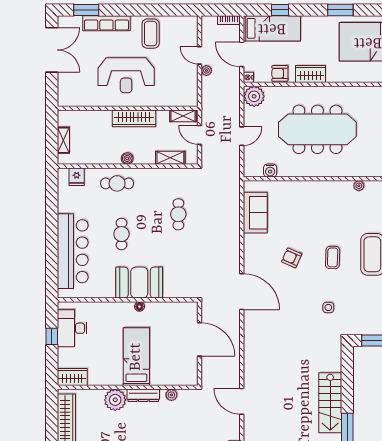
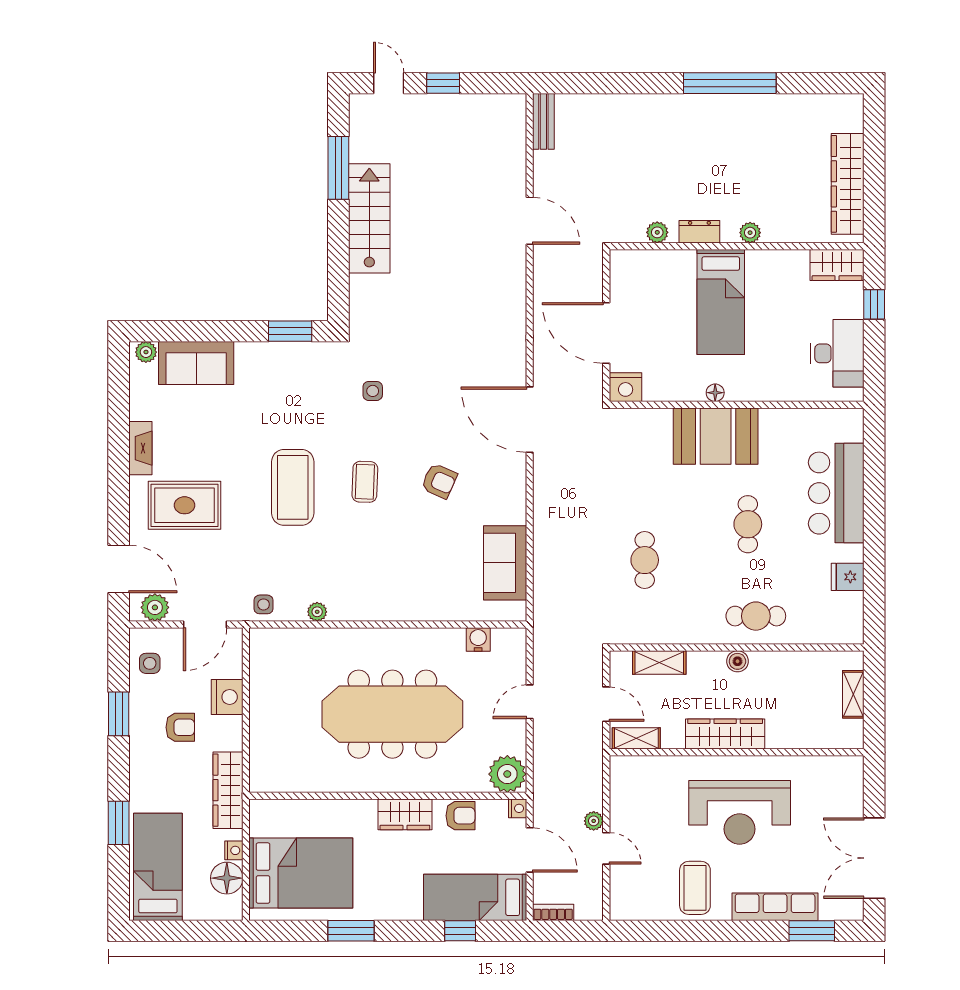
reception desk: (126, 75) -> (740, 812), turned 180
fridge: (77, 177) -> (848, 577), moved, turned -90
bar counter: (73, 251) -> (836, 493), width x0.73
nightstand: (189, 310) -> (626, 387), added
window: (52, 336) -> (874, 304), moved
dresser: (143, 395) -> (699, 232), width x0.70
plant: (115, 400) -> (750, 233), width x0.53, depth x0.53

